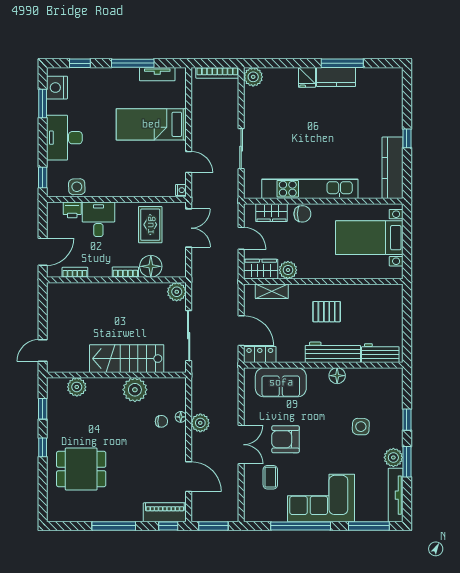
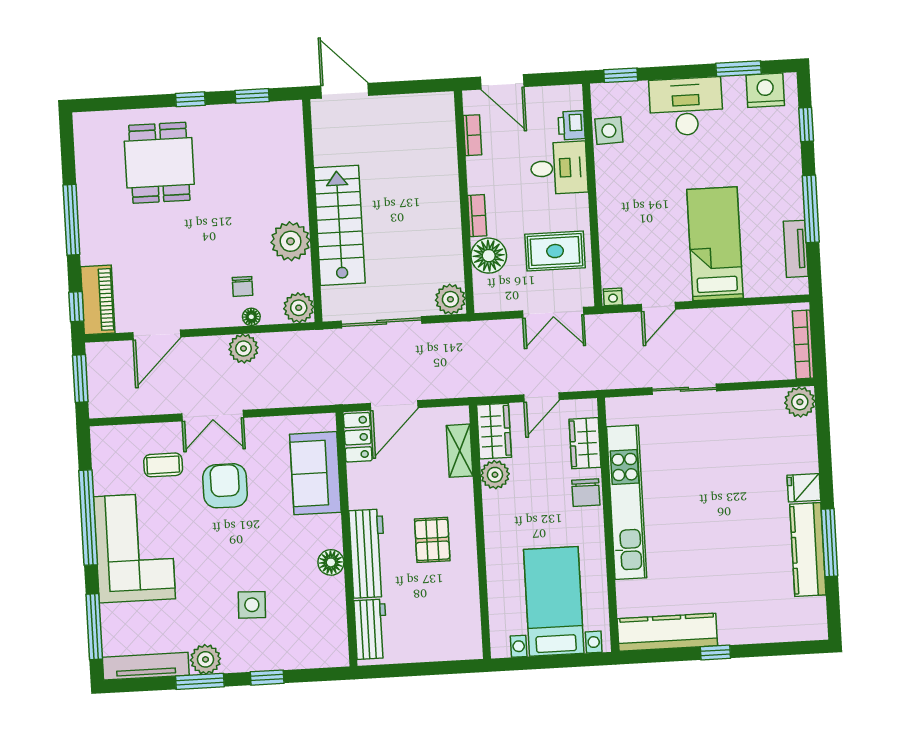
kitchen counter: (336, 77) -> (808, 550), width x1.50
door: (43, 351) -> (345, 91), width x1.38
plant: (77, 387) -> (299, 308), moved

